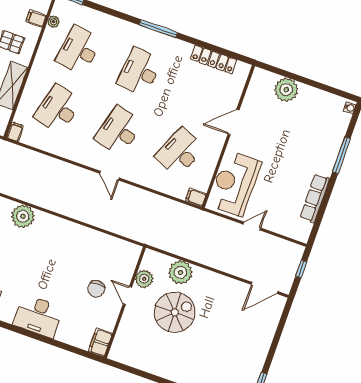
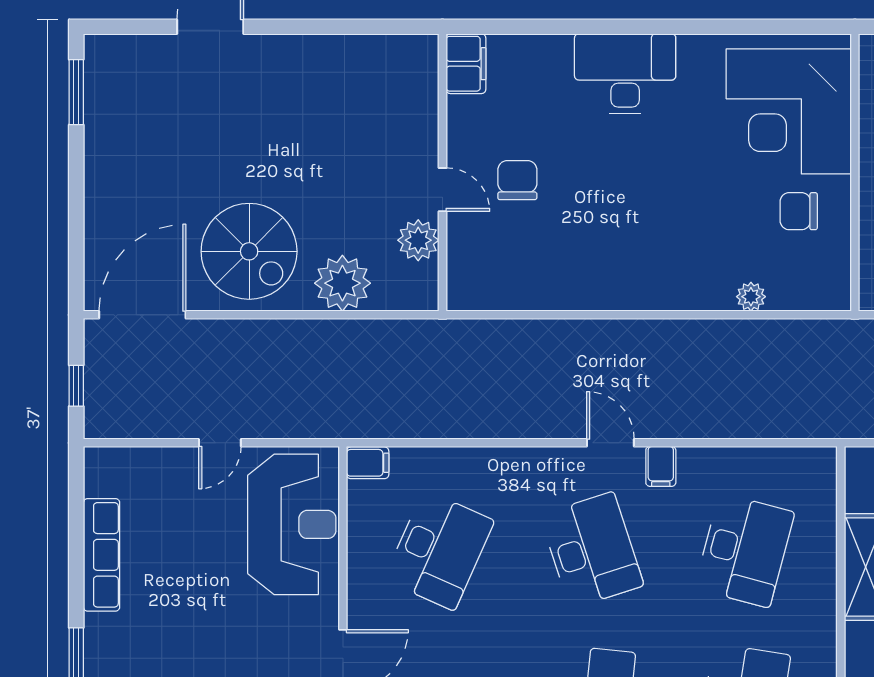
desk: (119, 131) -> (592, 550), turned -33
filing cabinet: (15, 132) -> (661, 466), moved
door: (109, 176) -> (610, 443), moved
plant: (23, 216) -> (751, 297), width x0.53, depth x0.53
door: (265, 288) -> (142, 315), width x1.36
spiral stairs: (175, 312) -> (249, 251), moved, turned -90

